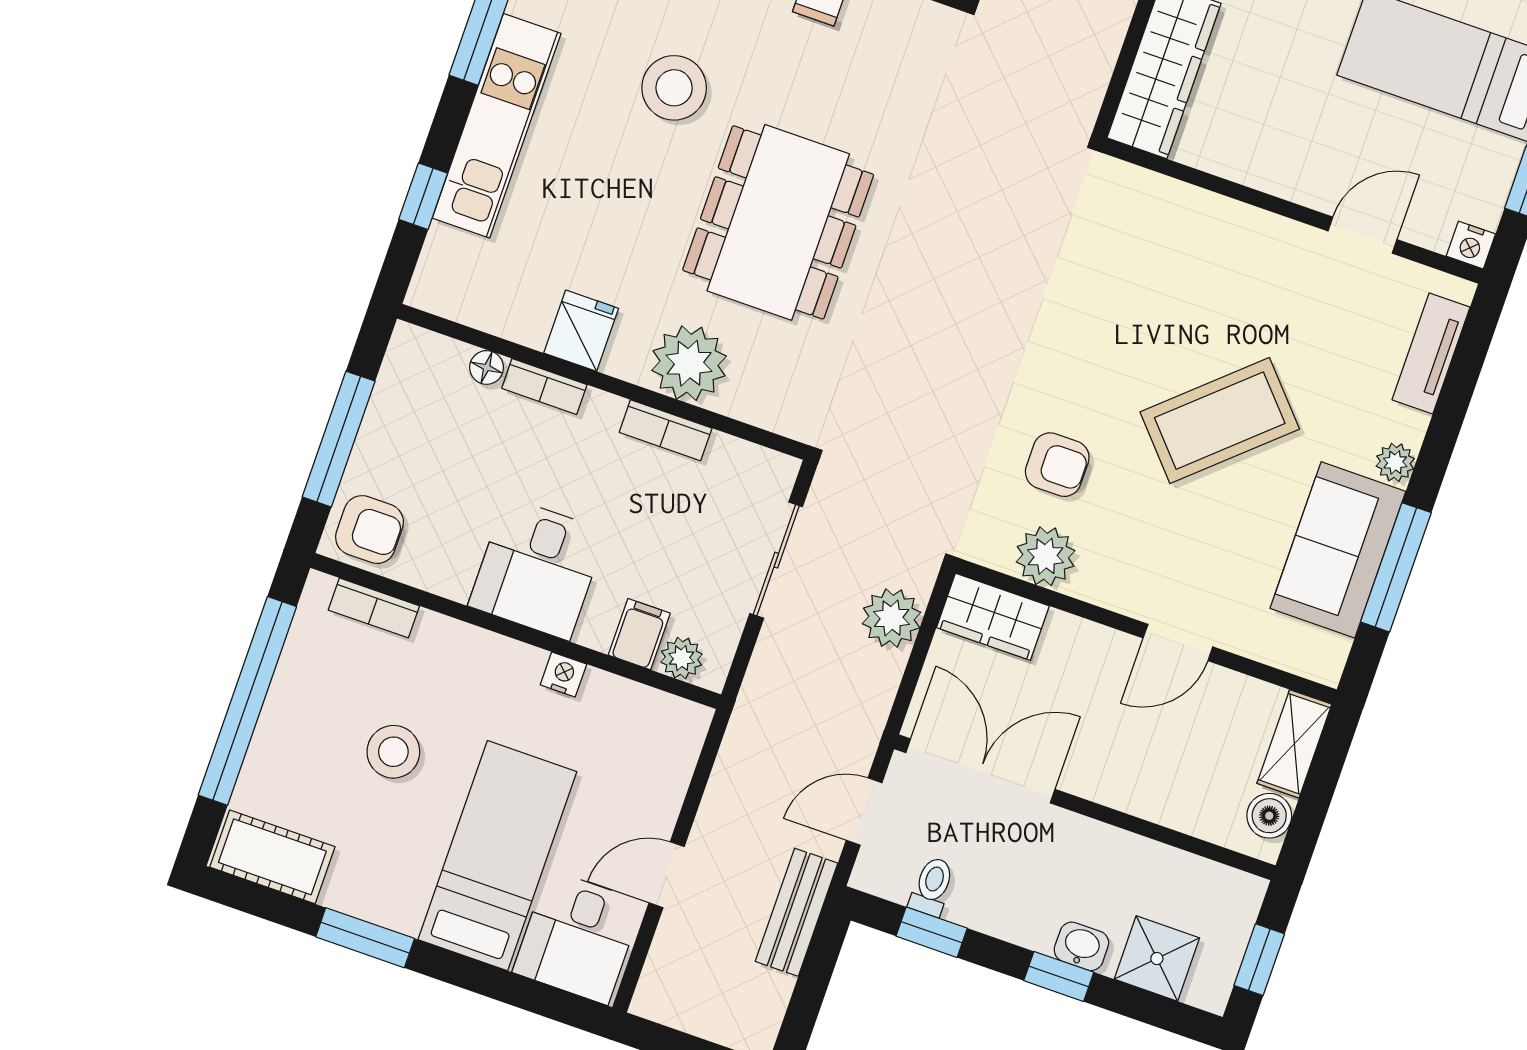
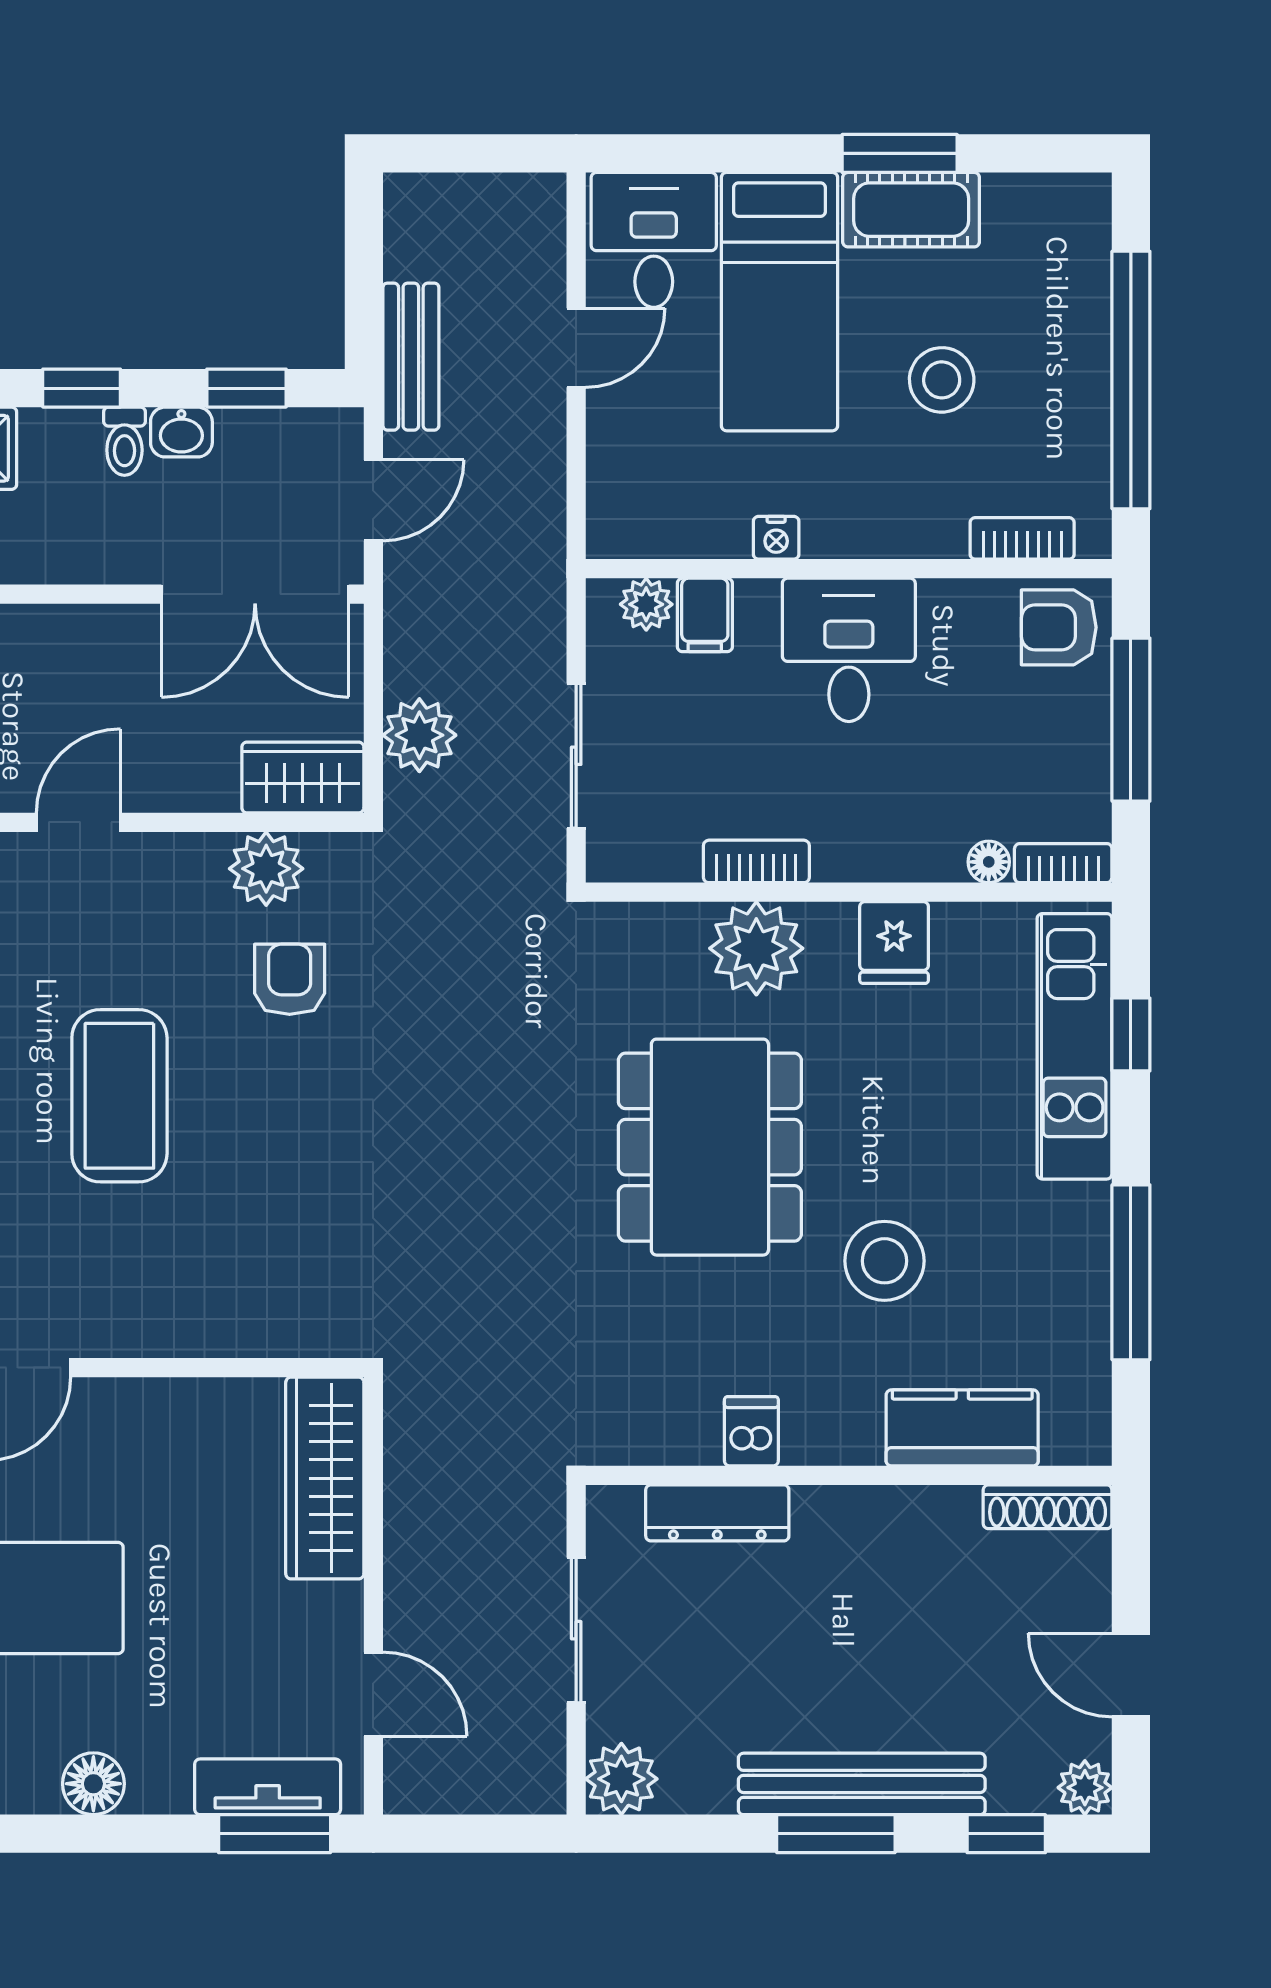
kitchen unit: (497, 126) -> (1075, 1046), moved
bookcase: (544, 387) -> (1063, 863), moved
coffee table: (1220, 421) -> (119, 1096), turned -48
armchair: (1057, 465) -> (290, 979), turned 90
cot: (272, 857) -> (911, 210), moved
toilet: (932, 886) -> (124, 441), moved
washbasin: (1081, 946) -> (181, 432), moved

